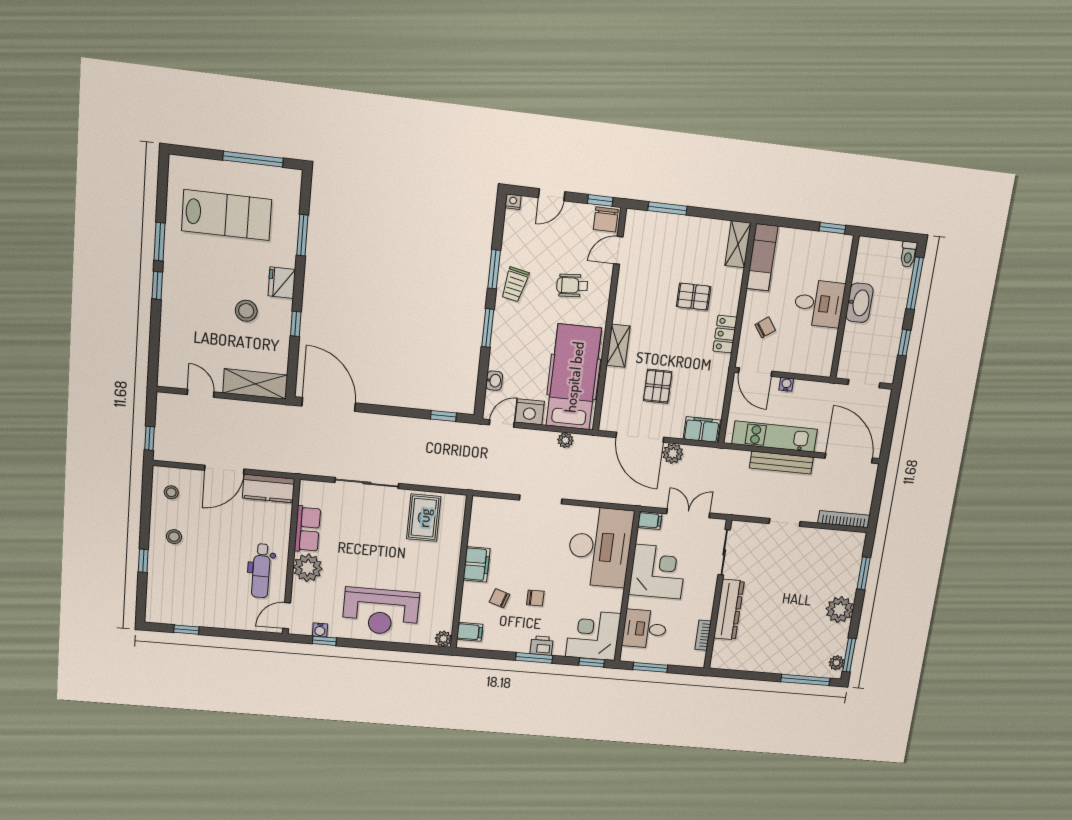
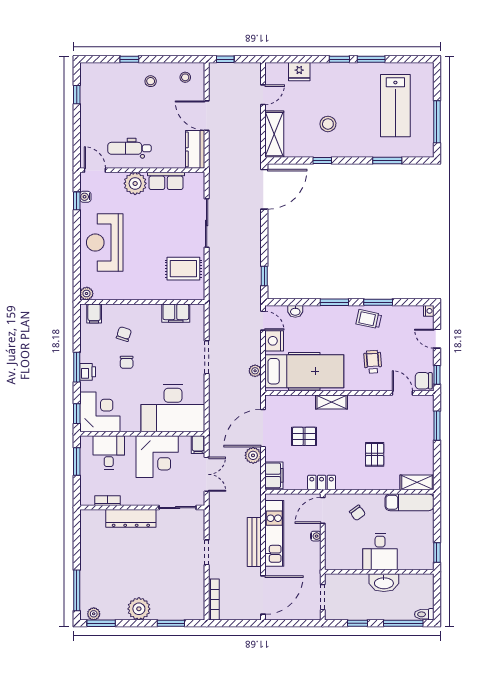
fridge: (282, 283) -> (299, 72), moved, turned 180
locker: (725, 334) -> (322, 483), moved
filing cabinet: (476, 564) -> (176, 313), moved

